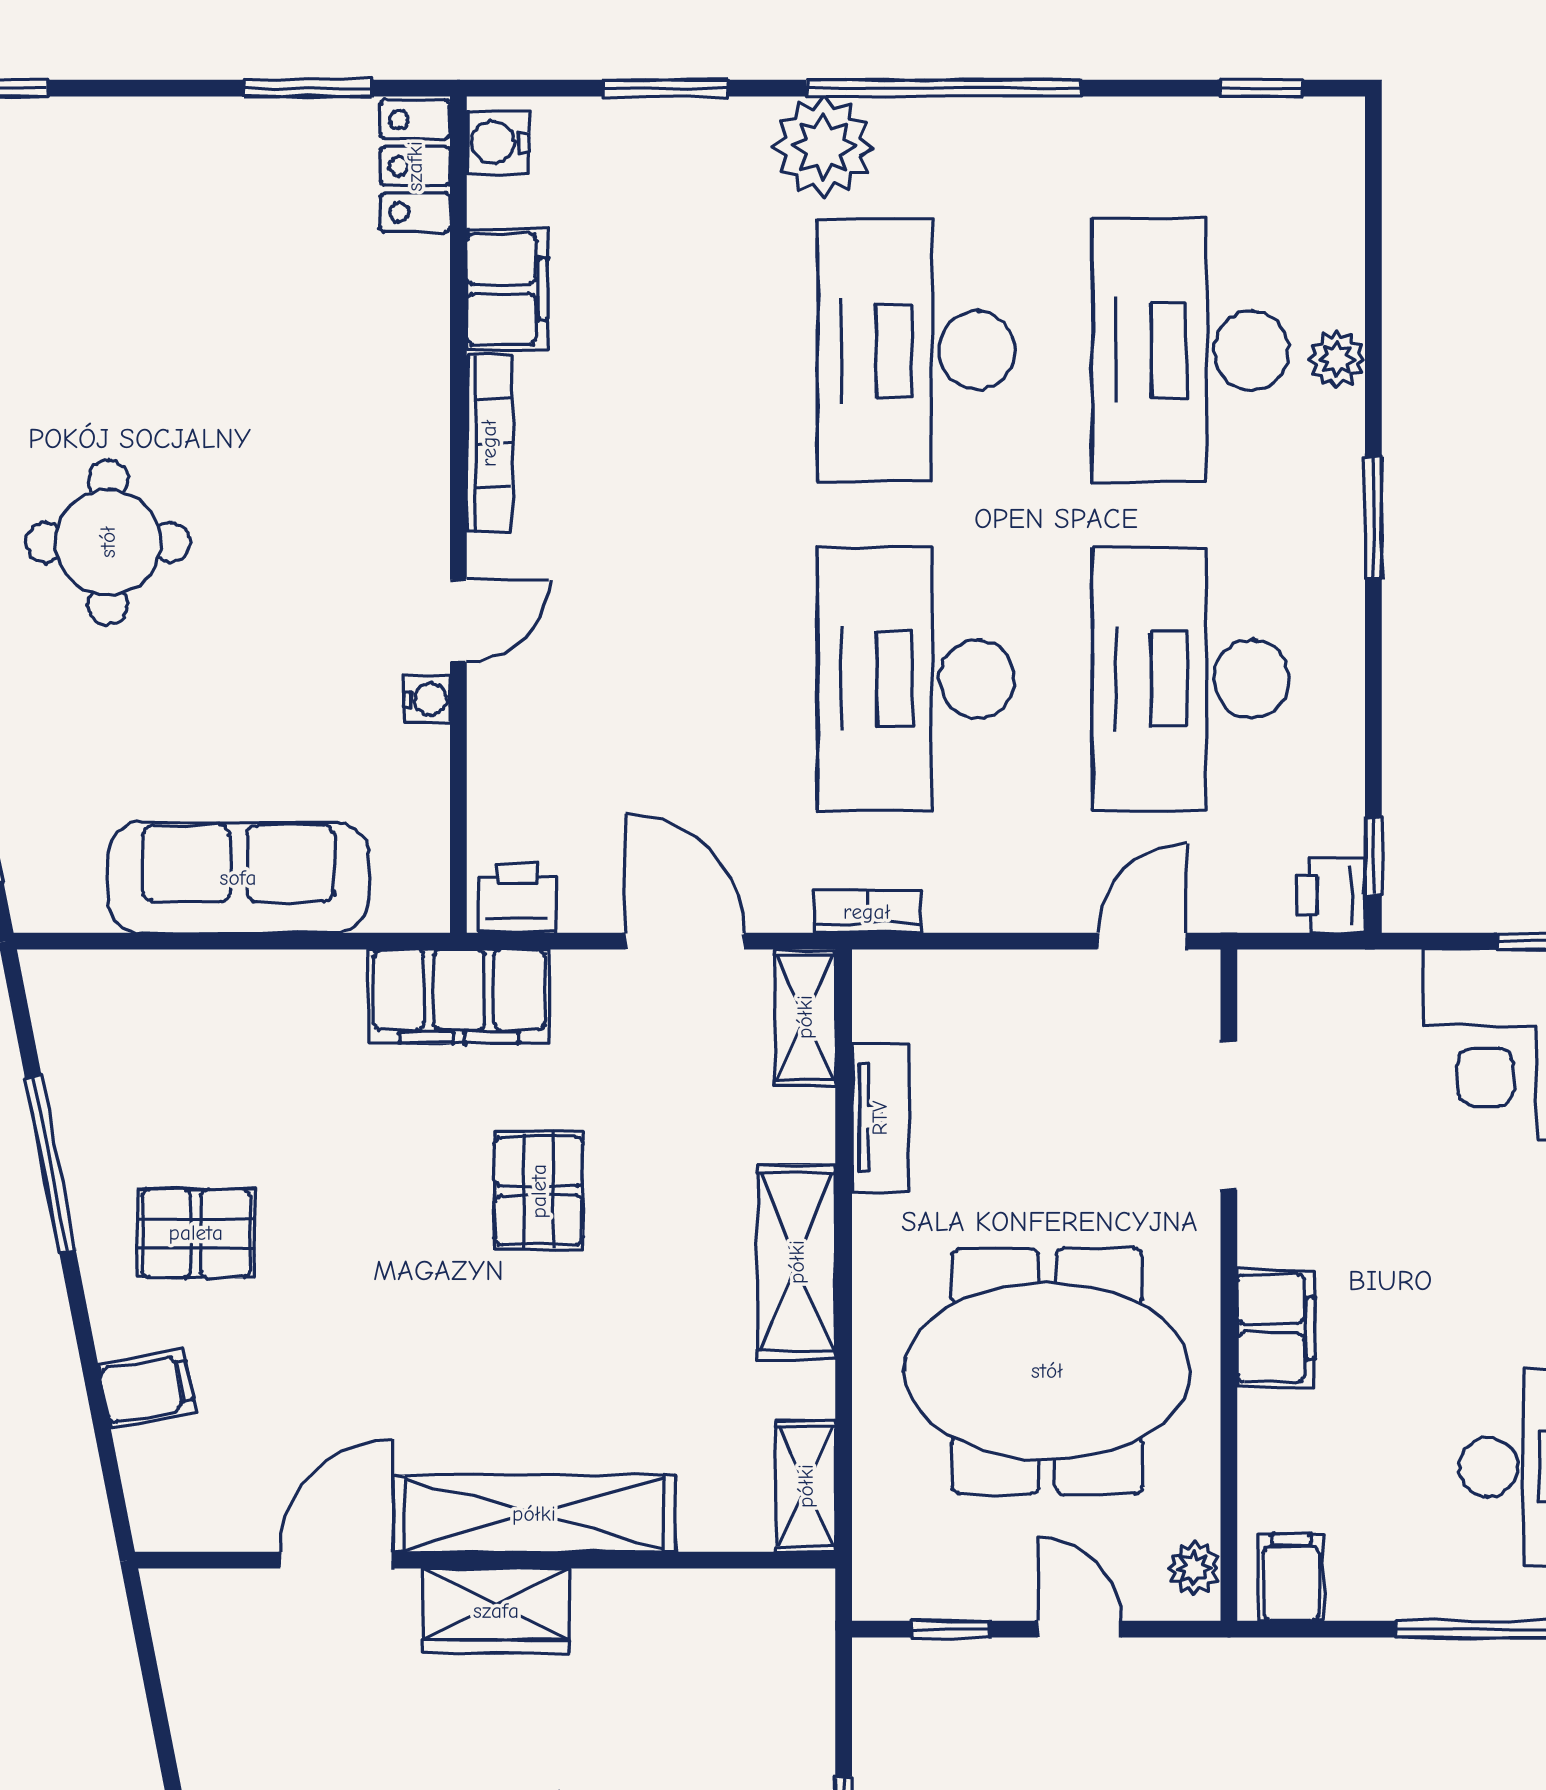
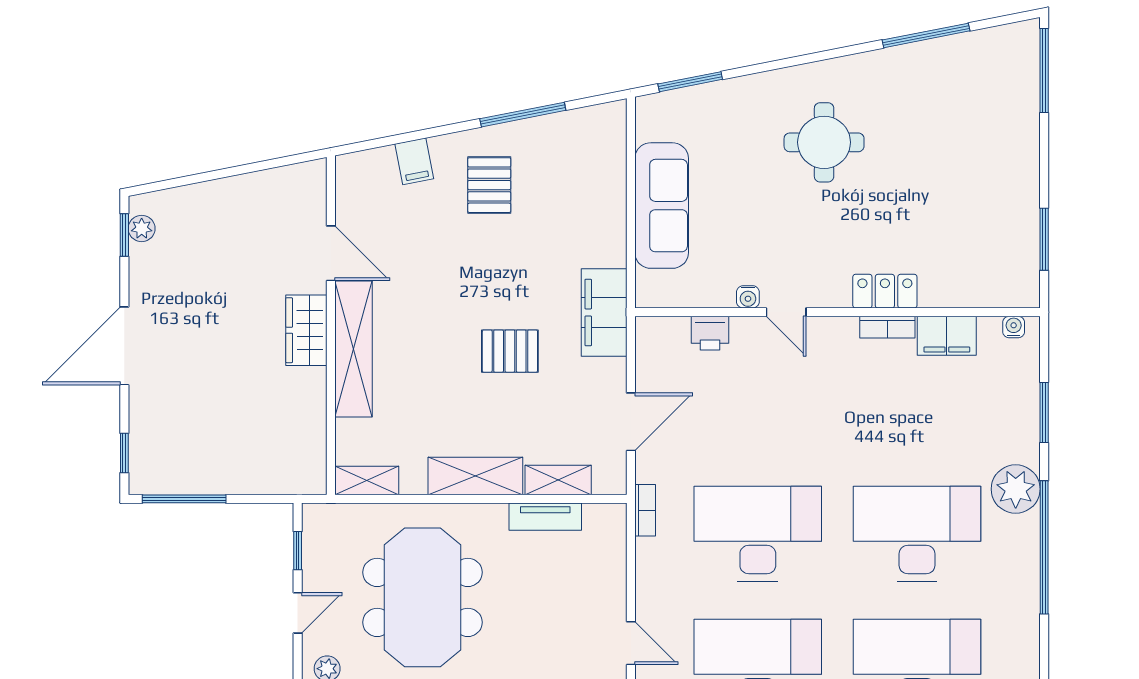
water cooler: (498, 142) -> (1014, 327), width x0.72, depth x0.72
locker: (415, 166) -> (885, 291), moved
bookcase: (489, 443) -> (887, 327), width x0.64
printer: (518, 898) -> (710, 333), moved, turned 90
shelving: (805, 1017) -> (558, 480), moved

